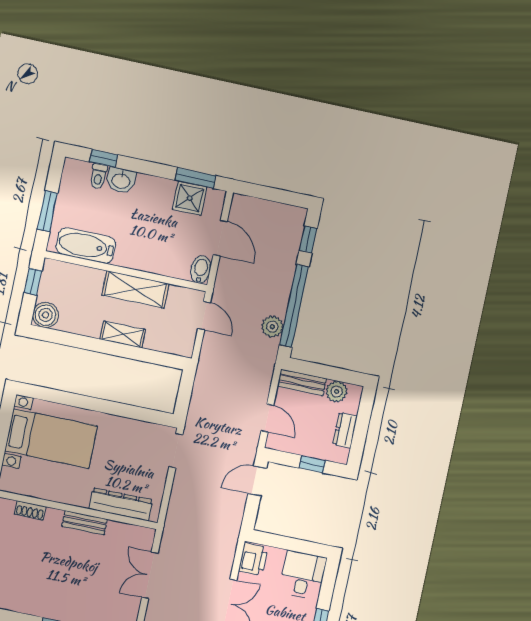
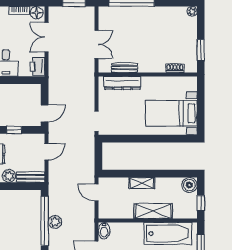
bathtub: (86, 246) -> (168, 233), width x1.36, depth x1.36
shelving: (135, 289) -> (153, 211), moved
door: (204, 316) -> (97, 192), moved
plant: (272, 327) -> (55, 222), moved
door: (267, 418) -> (47, 152), swing flipped
bench: (85, 523) -> (125, 68), moved

